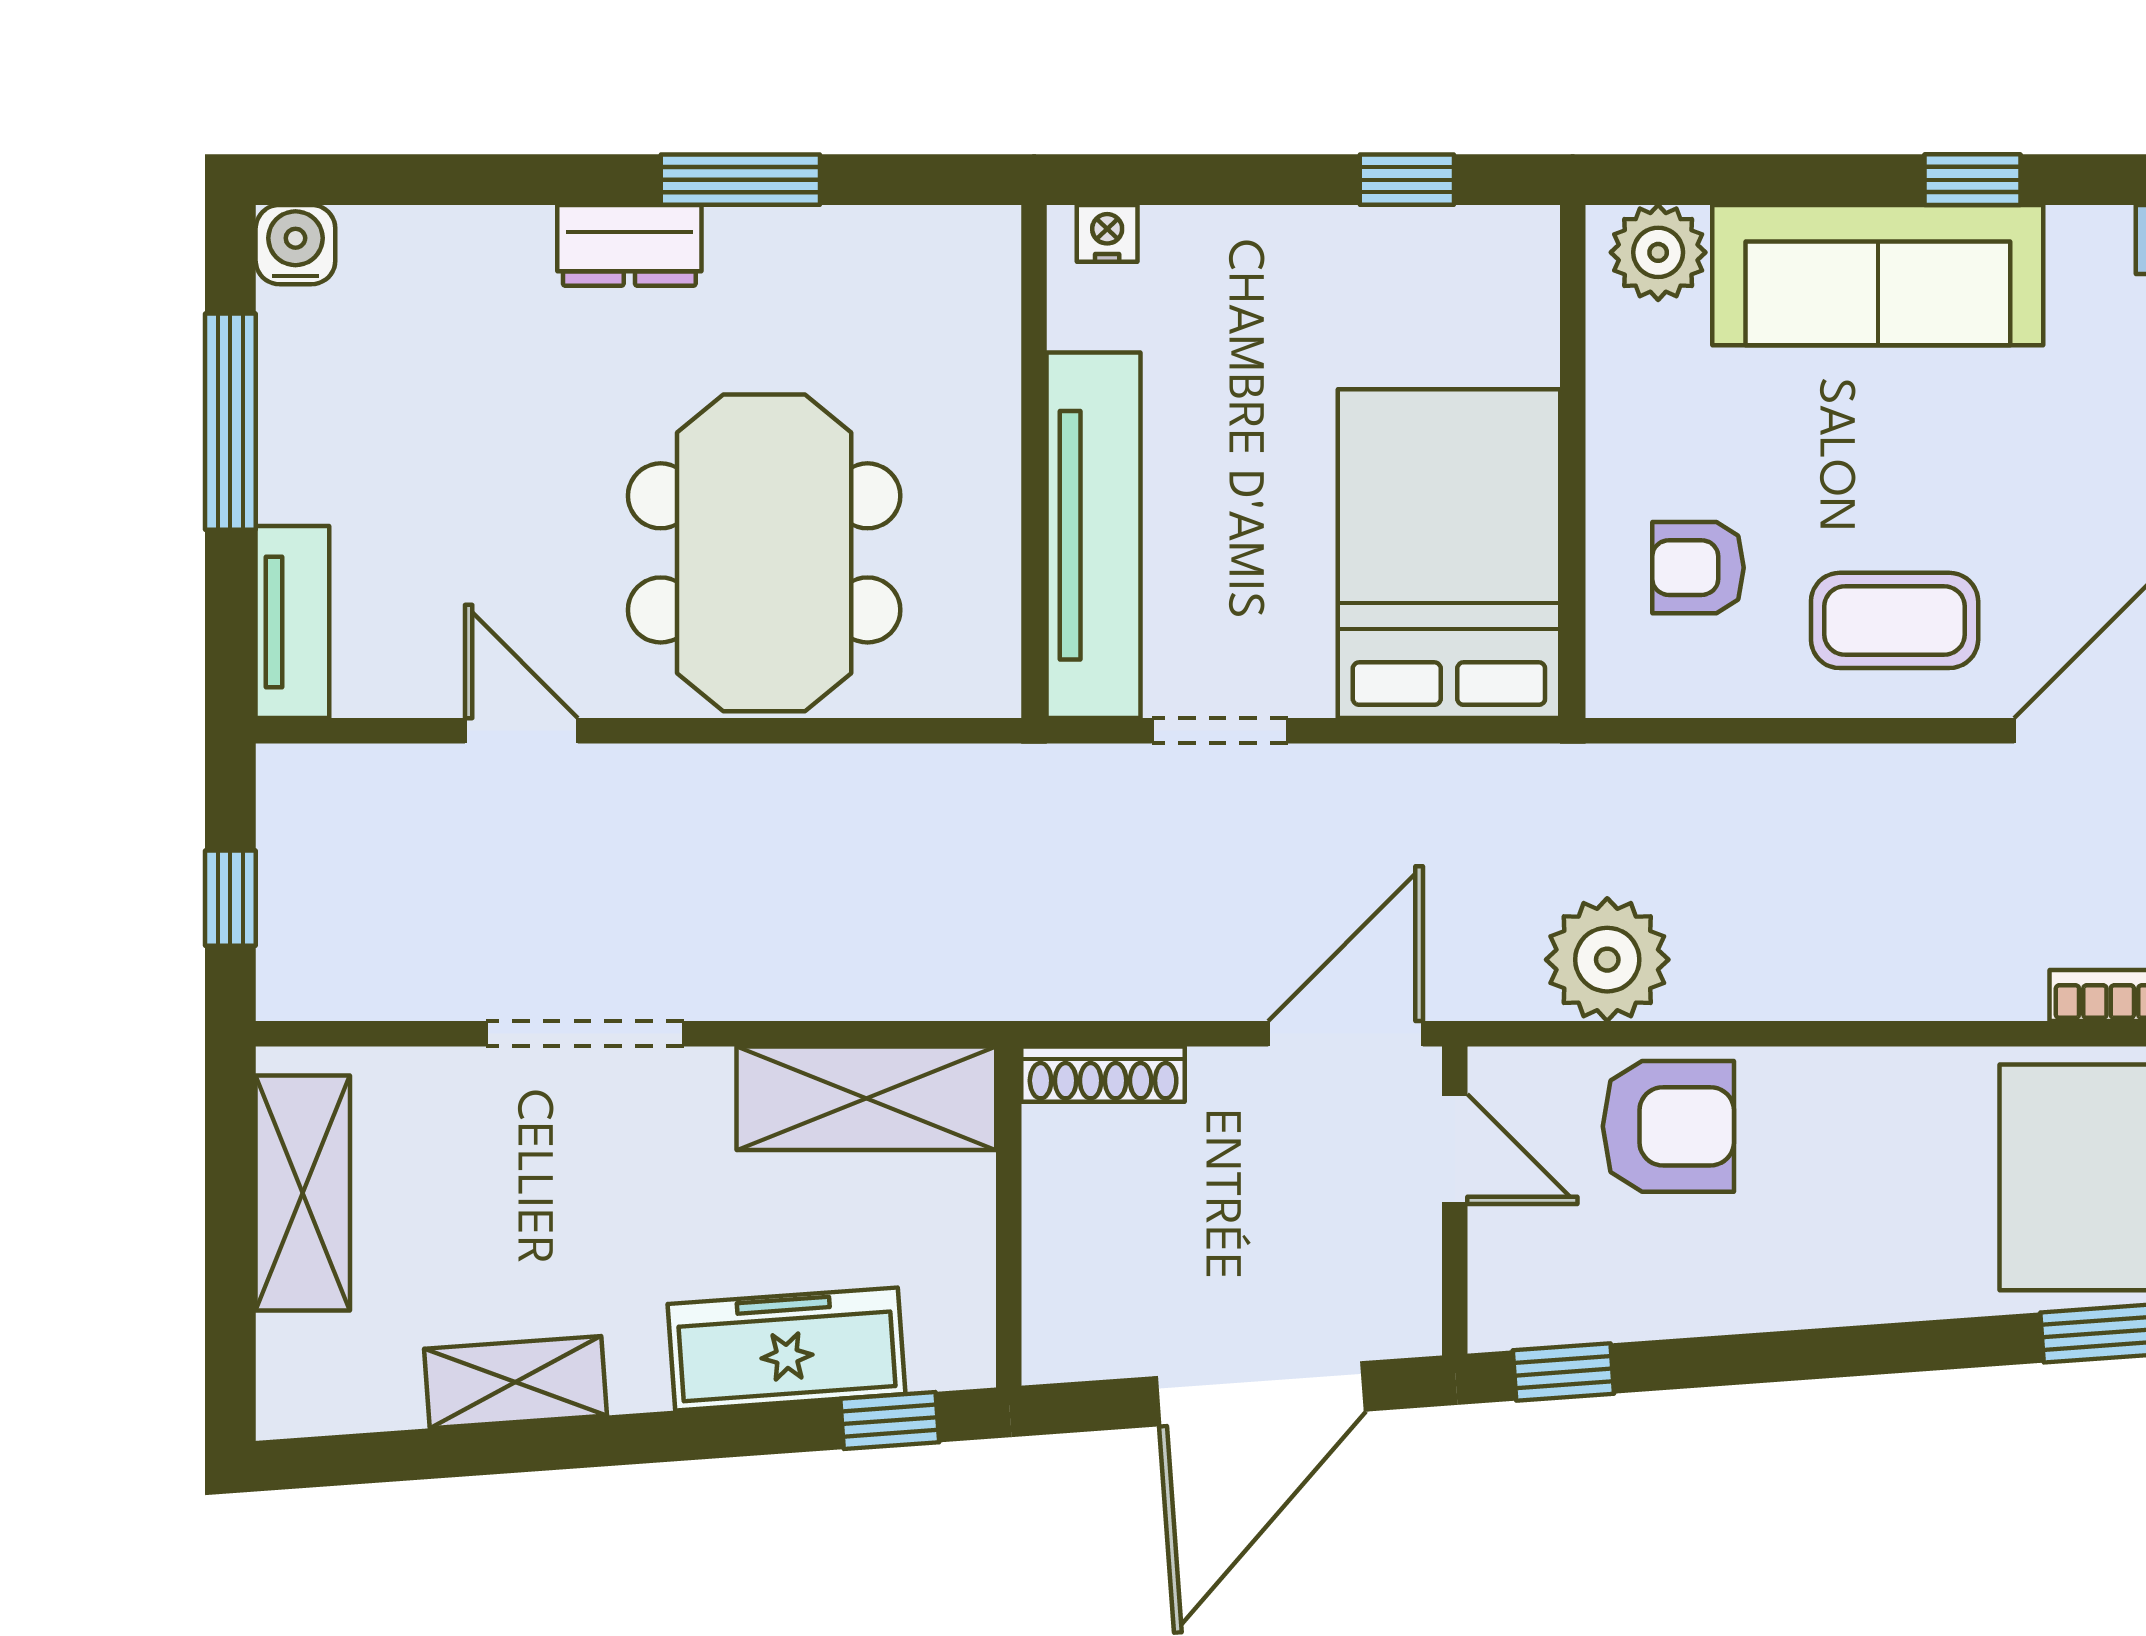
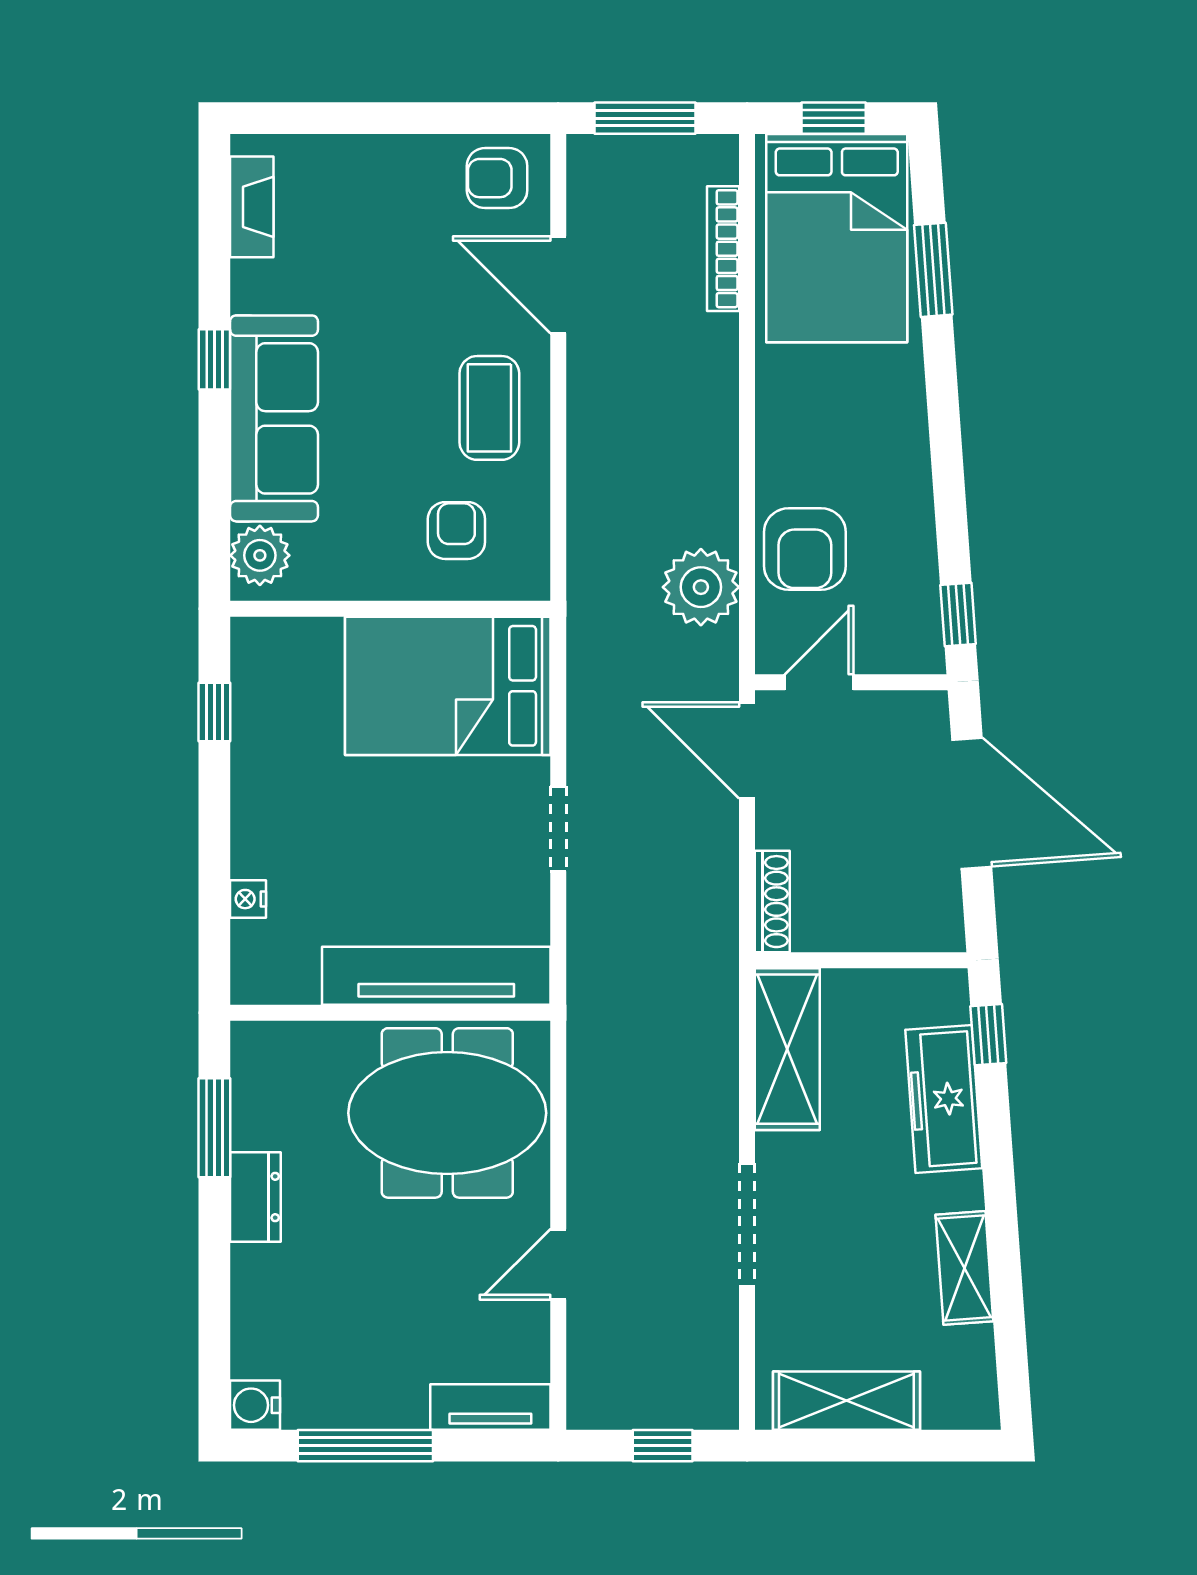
wall: (1034, 461) -> (390, 1013), moved
tv unit: (1094, 535) -> (436, 976), moved
armchair: (1698, 568) -> (456, 531), turned 180
armchair: (1668, 1126) -> (805, 549), turned 180

